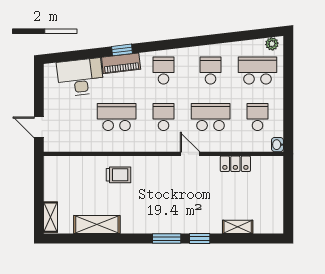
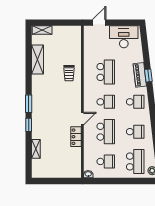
desk: (80, 77) -> (124, 37), moved, turned -83
locker: (235, 164) -> (76, 137), moved

